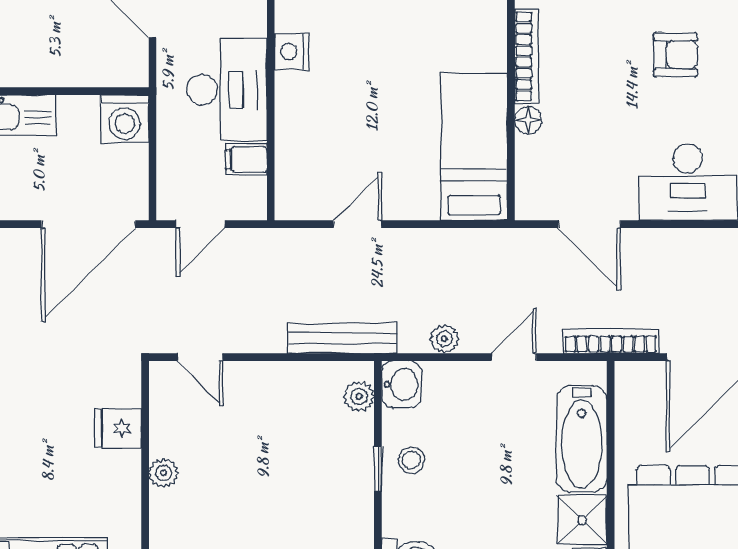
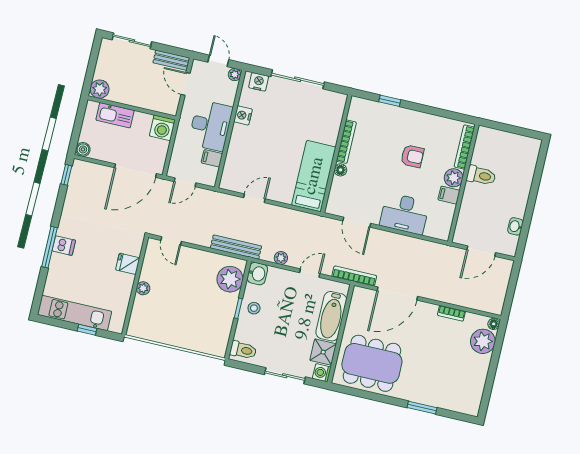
plant: (359, 397) -> (230, 279), width x1.87, depth x1.87

